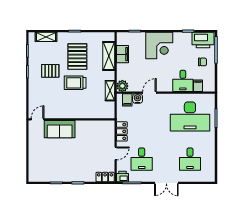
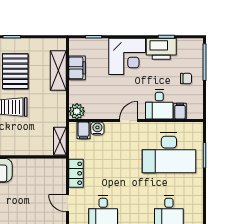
printer: (203, 40) -> (161, 49), moved
shelving: (110, 91) -> (60, 141), moved
door: (149, 93) -> (129, 121), moved
door: (116, 153) -> (68, 203), swing flipped

